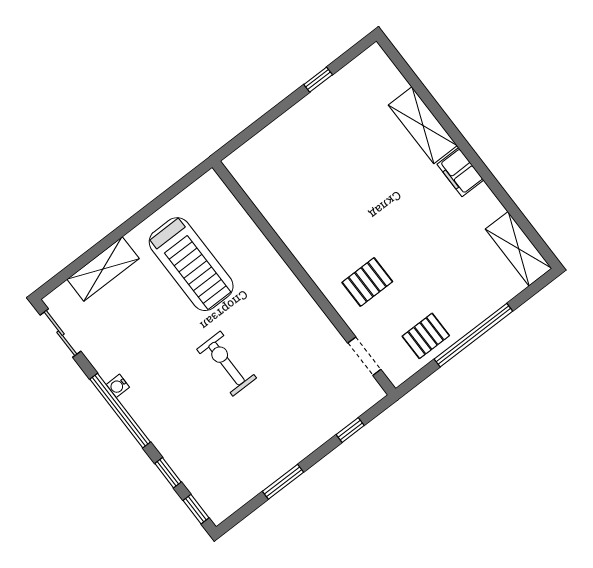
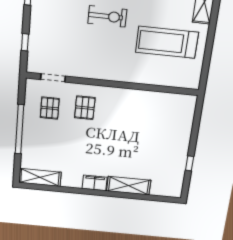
pallet: (426, 336) -> (50, 108), moved

